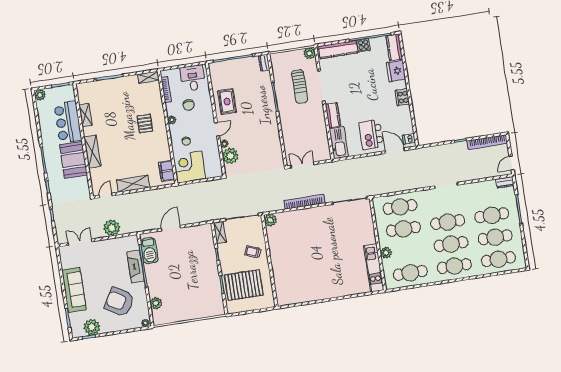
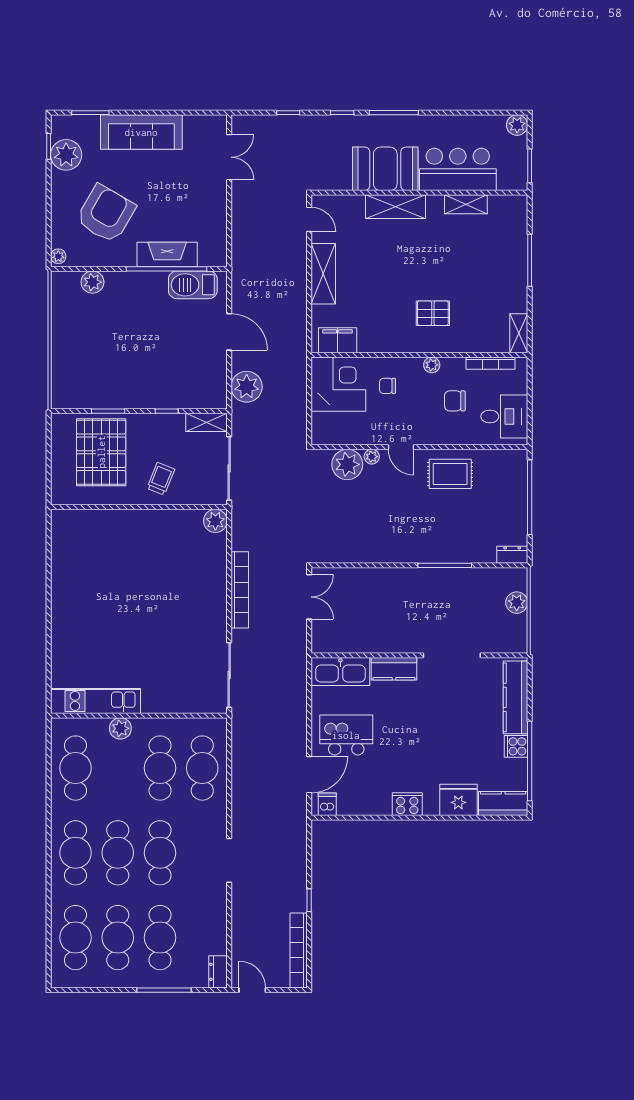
plant: (309, 53) -> (517, 603), moved
sun lounger: (300, 86) -> (457, 615), removed
plant: (112, 228) -> (247, 387), moved

